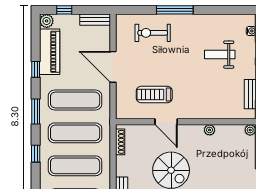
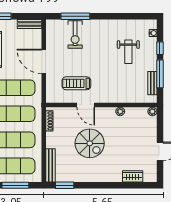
window: (175, 10) -> (75, 16), moved
exercise bike: (153, 33) -> (75, 34), turned -90
weight bench: (220, 55) -> (128, 52), turned -90

